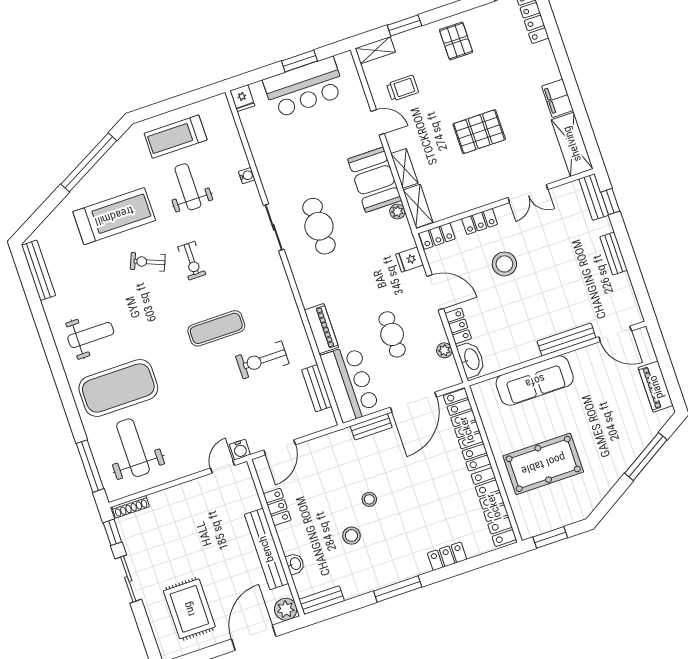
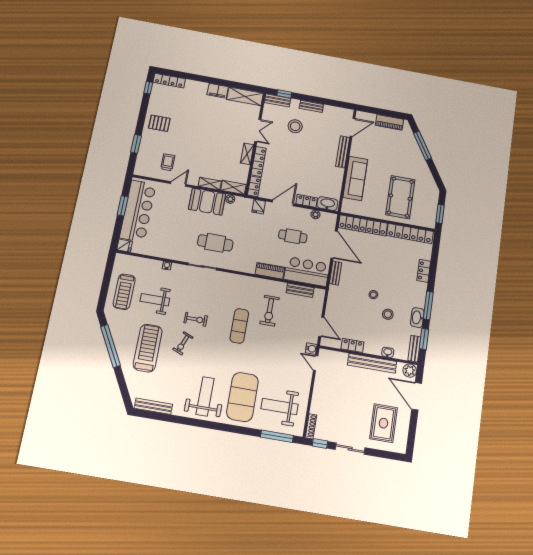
shelving: (375, 50) -> (247, 154), moved
bar counter: (304, 87) -> (138, 211), width x1.36
pallet: (479, 132) -> (212, 137), removed
locker: (480, 221) -> (259, 161), width x1.53
stool: (504, 264) -> (295, 126), moved
weight bench: (91, 335) -> (205, 396), width x1.36, depth x1.33
washbasin: (370, 582) -> (417, 318), added
window: (344, 607) -> (424, 339), added
rug: (189, 609) -> (383, 423), turned 90

